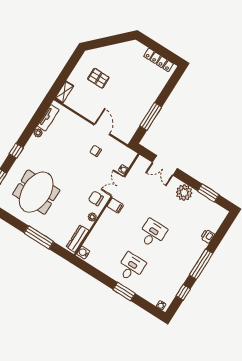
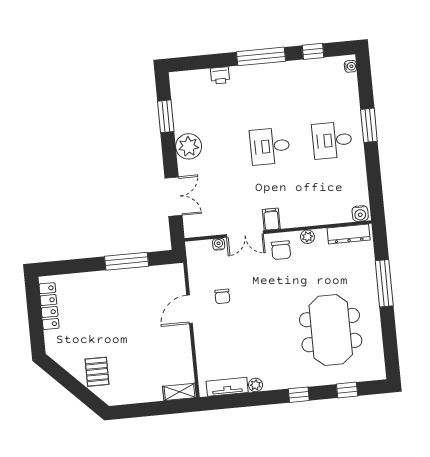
pallet: (98, 78) -> (97, 372), moved
meeting table: (36, 192) -> (331, 330), turned 90

